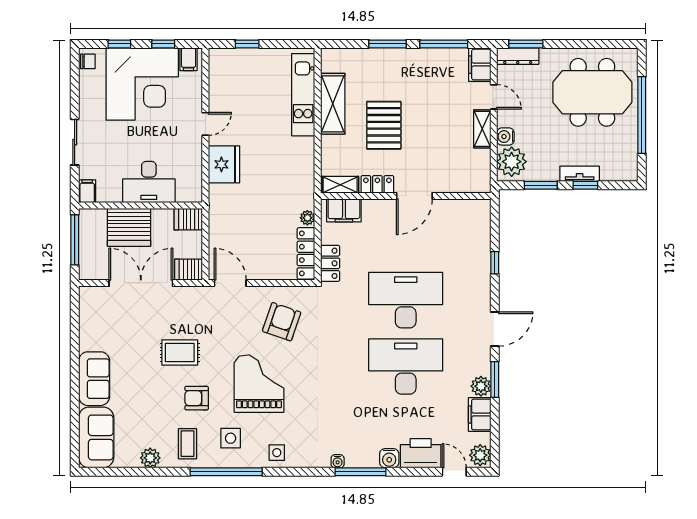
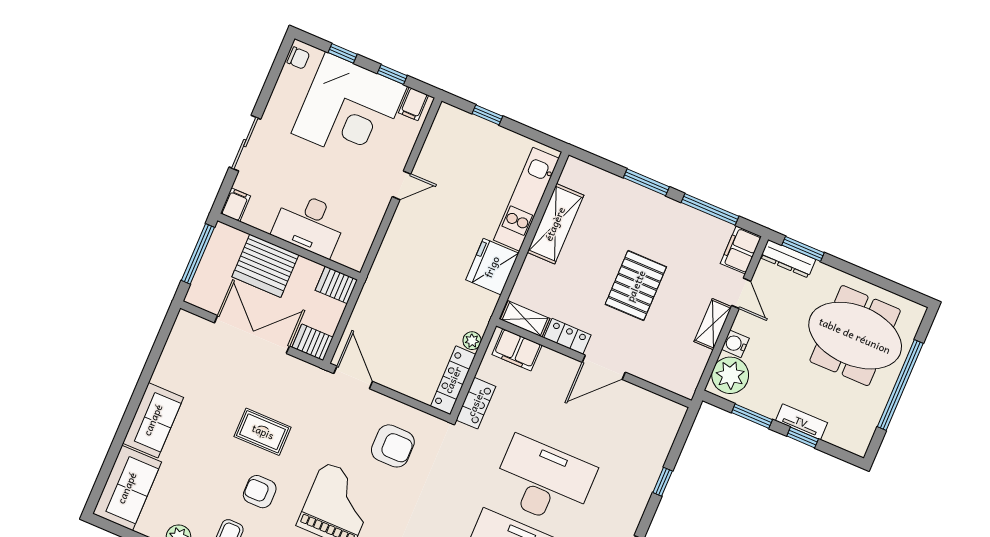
pallet: (384, 125) -> (636, 286), moved
fridge: (224, 164) -> (492, 267), moved, turned 180
armchair: (282, 322) -> (393, 446), turned 71

